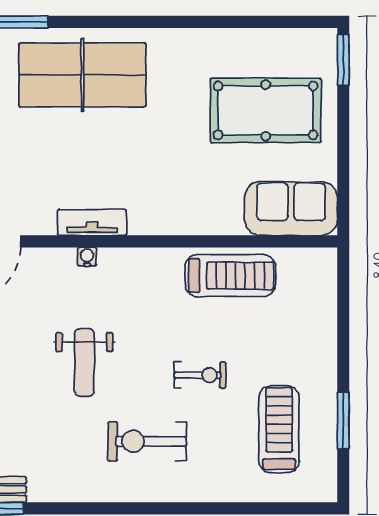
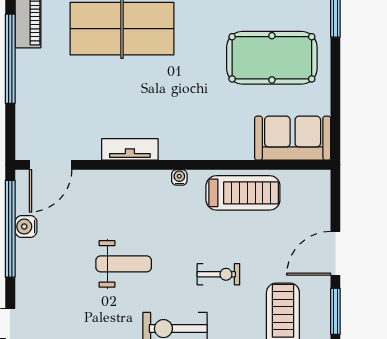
water cooler: (87, 257) -> (179, 177), moved
door: (343, 349) -> (335, 253), added
weight bench: (84, 362) -> (124, 264), turned -90

